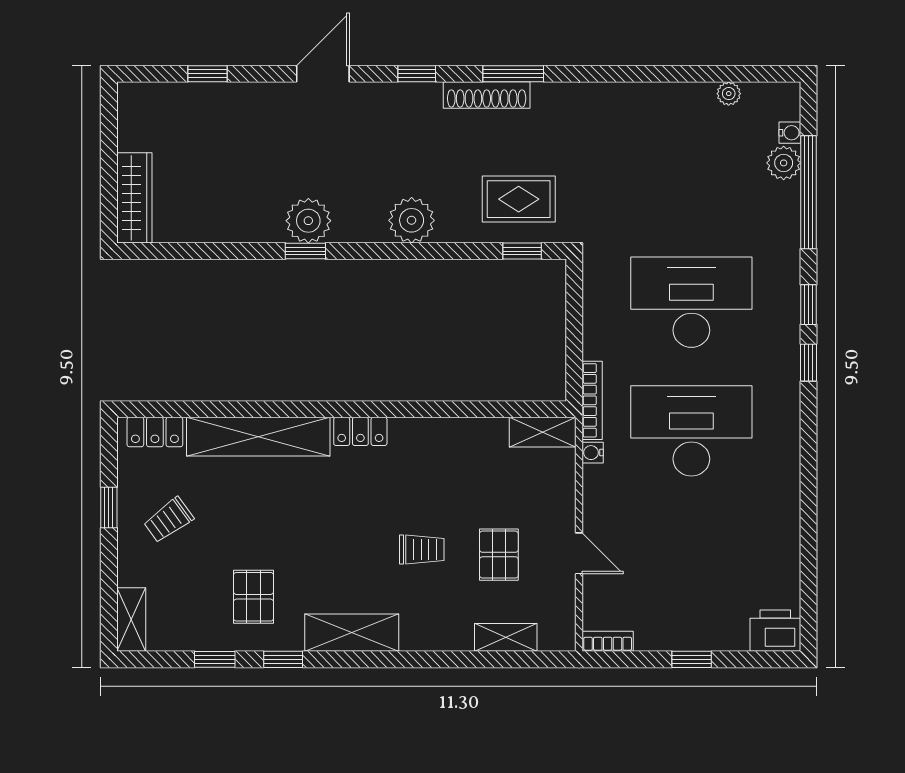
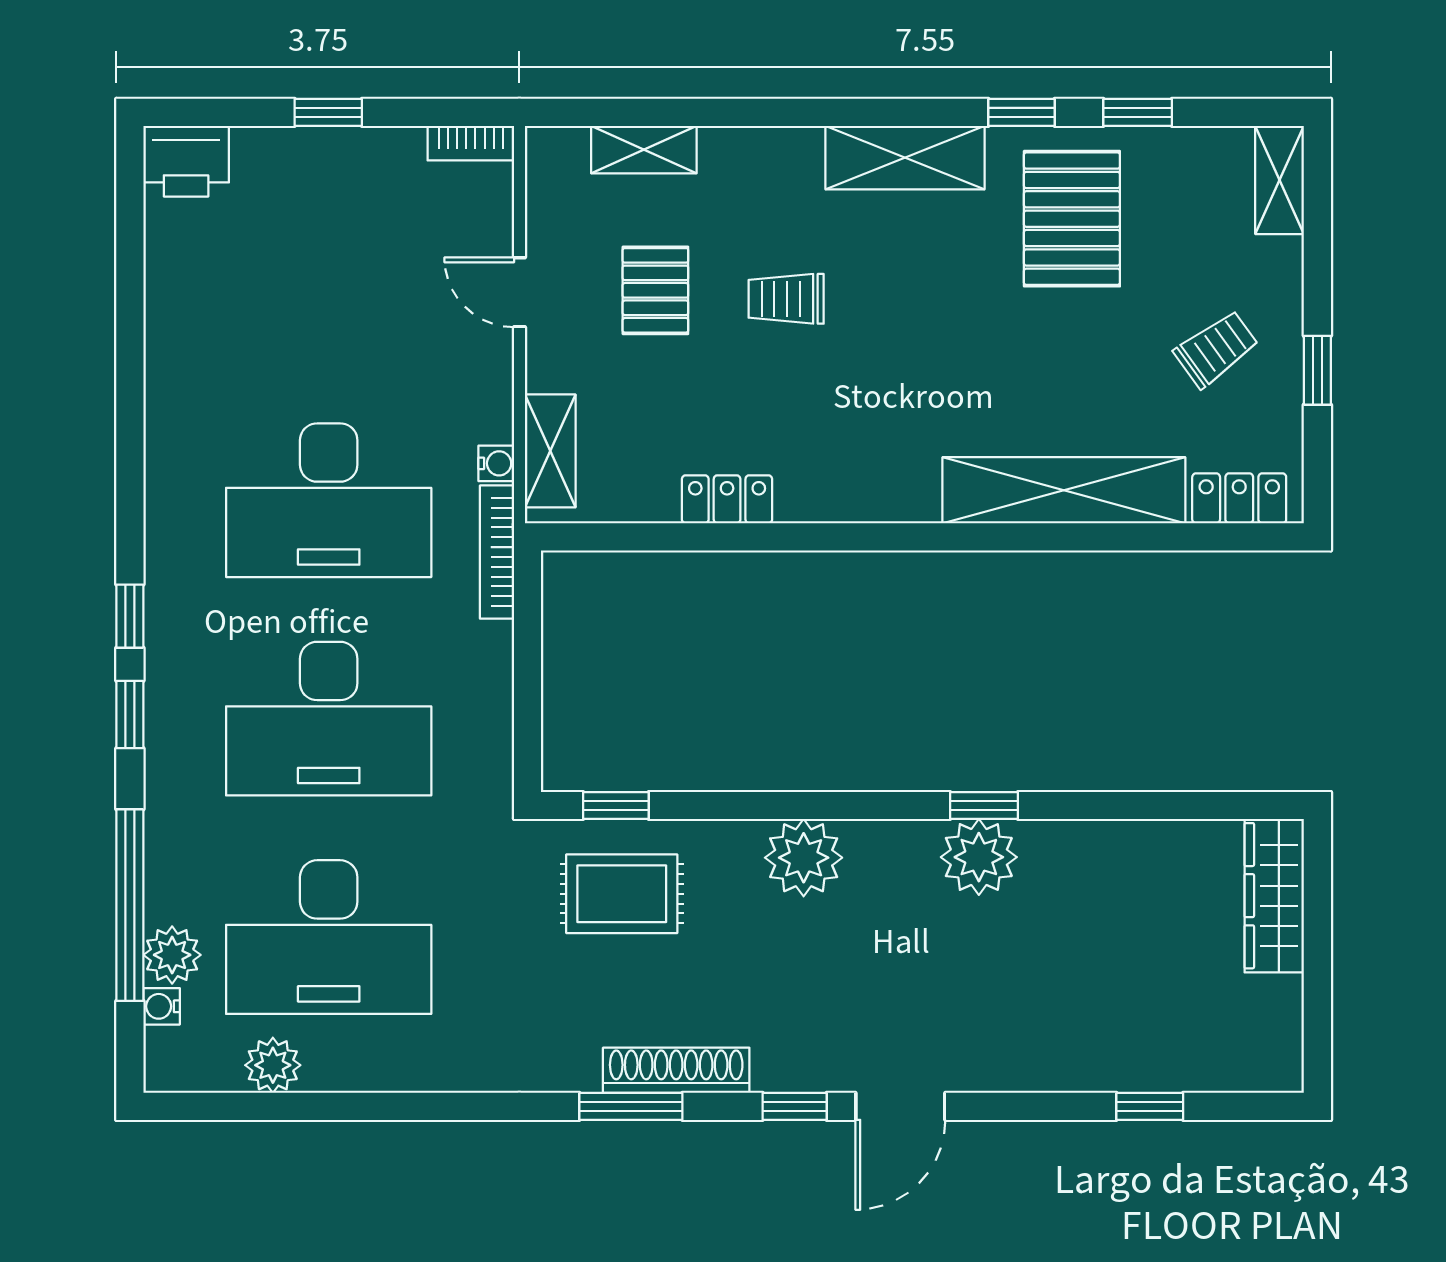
door: (323, 74) -> (900, 1106), moved
plant: (729, 94) -> (273, 1065), width x1.38, depth x1.38
desk: (691, 174) -> (329, 937), added
locker: (360, 431) -> (727, 499), moved
shelving: (543, 432) -> (550, 451), moved, turned 90
pallet: (253, 597) -> (1072, 219), width x1.50, depth x1.42

